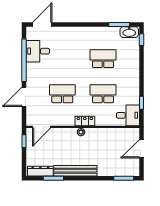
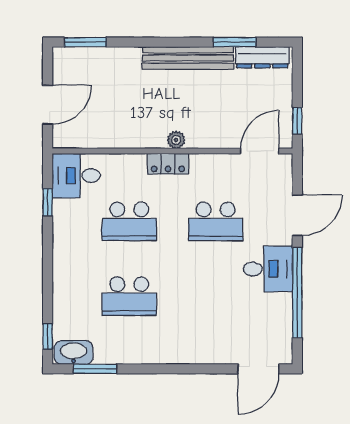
desk: (38, 51) -> (268, 269), moved

